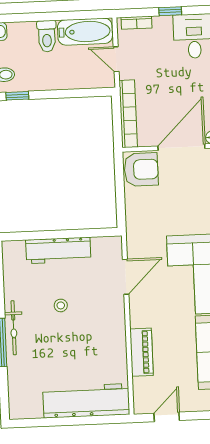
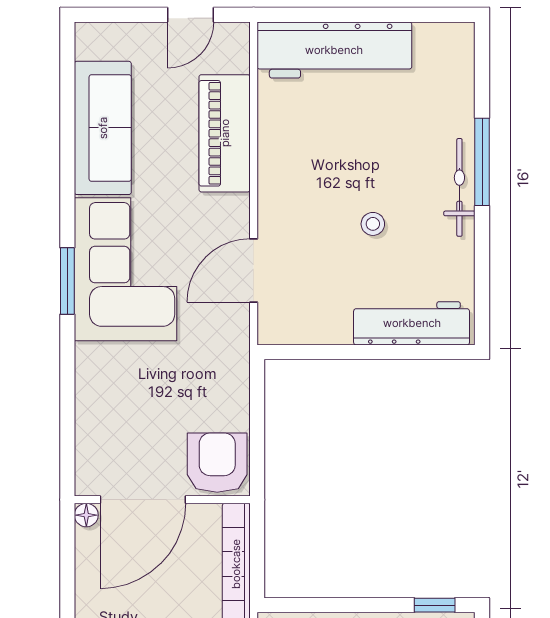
armchair: (141, 169) -> (217, 463), turned 90
workbench: (58, 250) -> (412, 323), moved
piano: (142, 352) -> (225, 133), width x1.37, depth x1.33

